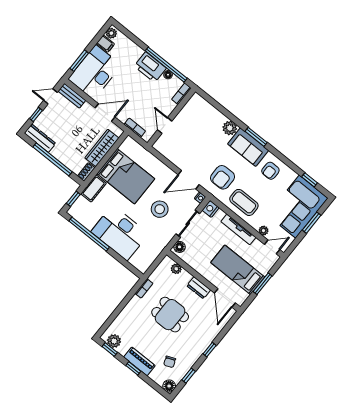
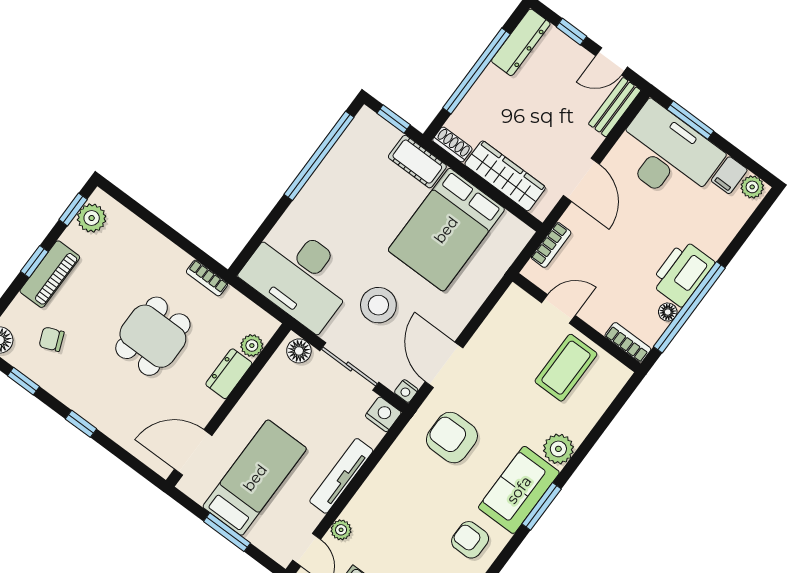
door: (50, 96) -> (612, 61), swing flipped
coffee table: (244, 202) -> (566, 368), moved
desk: (120, 233) -> (300, 276), moved, turned -90
dresser: (199, 288) -> (229, 374), moved

